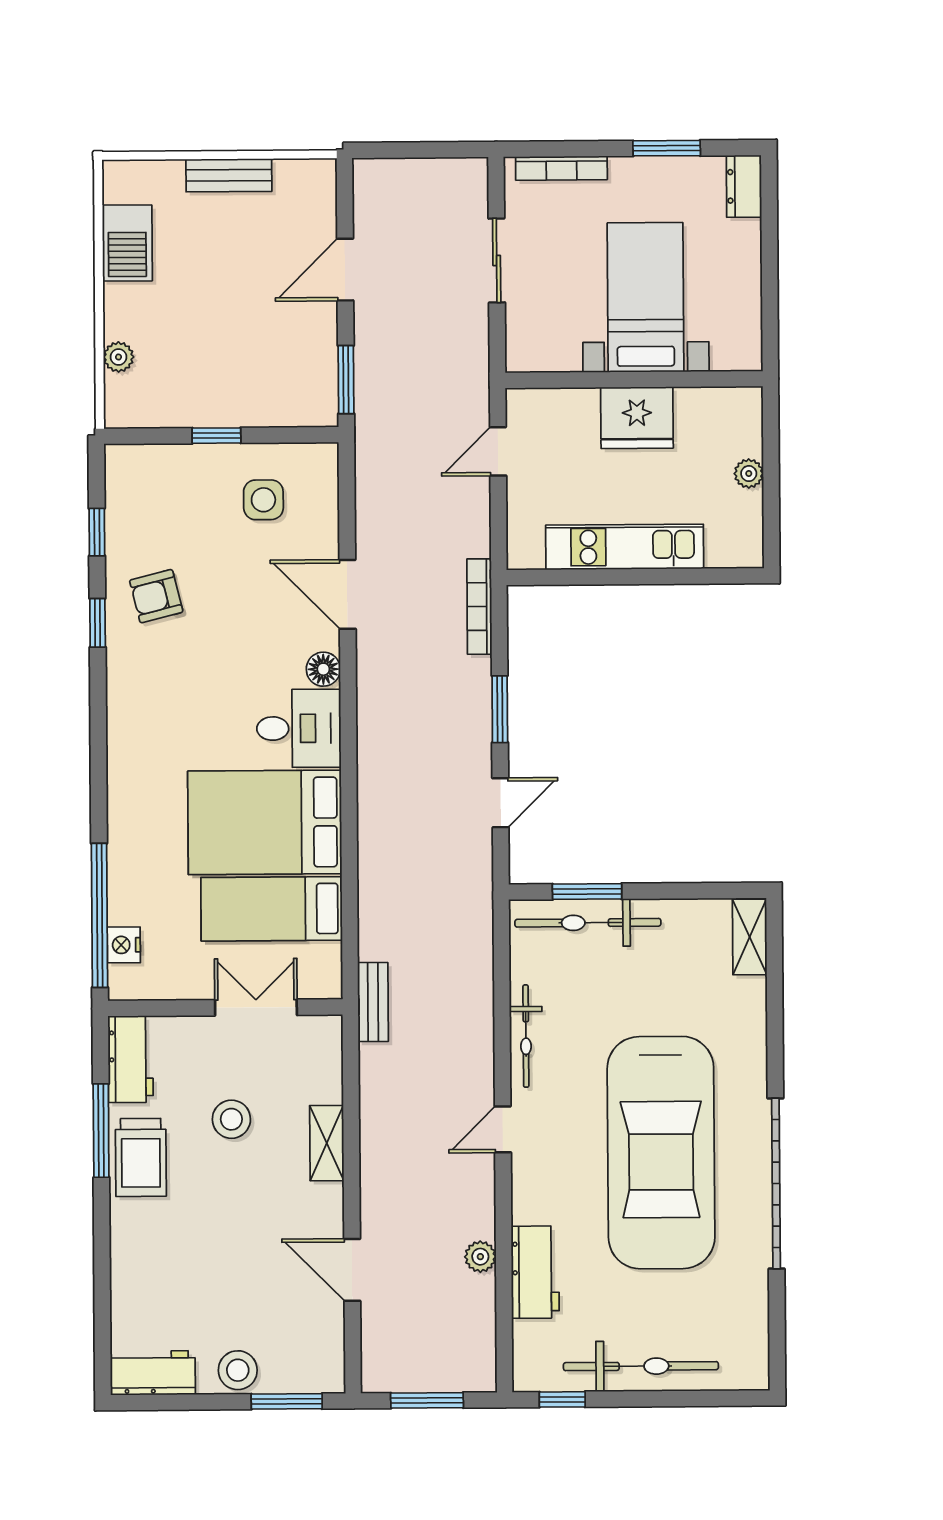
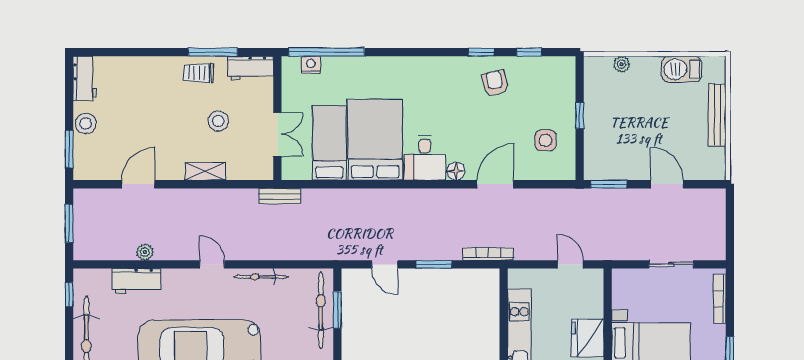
bench: (229, 175) -> (717, 115), width x1.36
trolley: (141, 1157) -> (199, 73), width x0.73, depth x0.72

